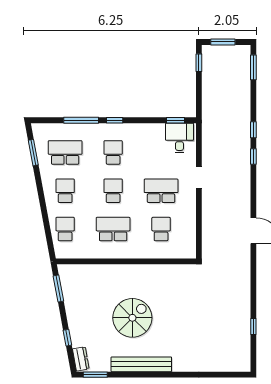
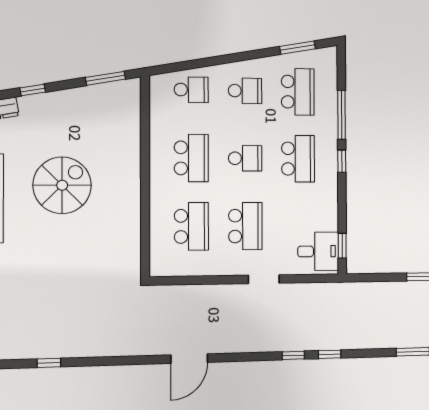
school desk: (113, 153) -> (298, 159), width x1.85
school desk: (161, 229) -> (191, 226), width x1.85
spiral stairs: (132, 318) -> (62, 185), turned -90

